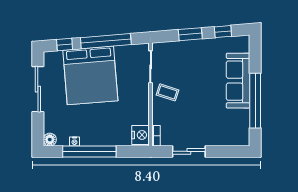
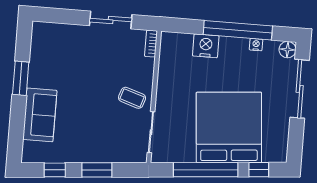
sofa: (238, 81) -> (40, 115), width x0.73
sliding door: (38, 89) -> (300, 89), moved
window: (255, 101) -> (21, 78), width x0.47
nightstand: (141, 135) -> (206, 46), moved, turned 90

